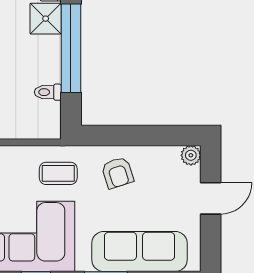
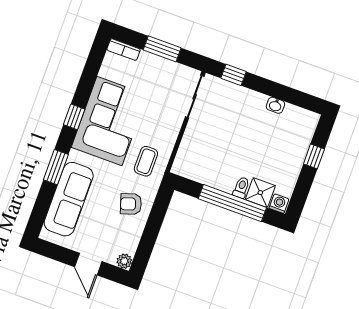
toilet: (48, 92) -> (241, 187), moved

